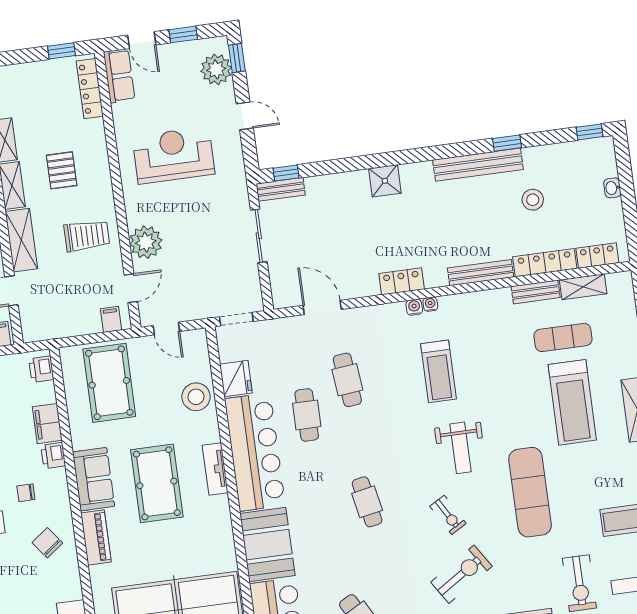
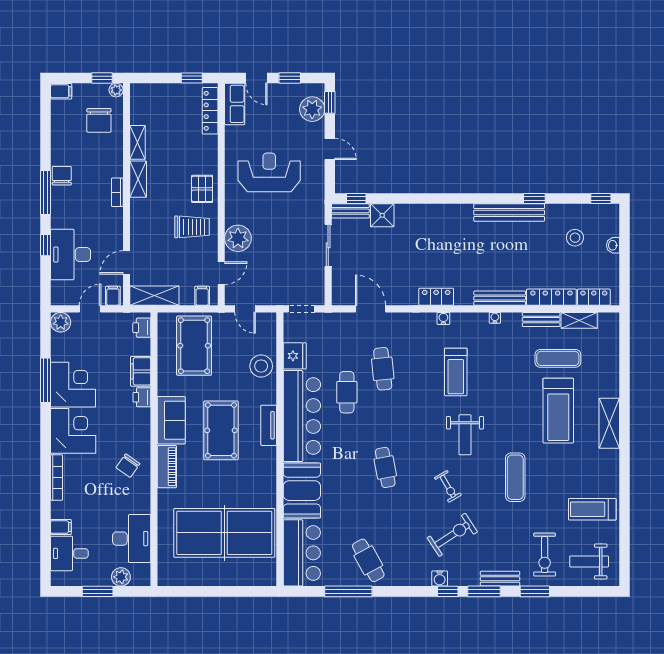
pallet: (62, 170) -> (202, 189), moved
shower: (385, 181) -> (382, 215), moved
stool: (533, 200) -> (575, 238), moved
shelving: (21, 240) -> (154, 296), moved, turned 90
water cooler: (430, 304) -> (495, 318), moved
exercise mat: (530, 492) -> (515, 477), width x0.73, depth x0.69
chair: (26, 493) -> (116, 424), removed
chair: (47, 543) -> (128, 466), turned -108

